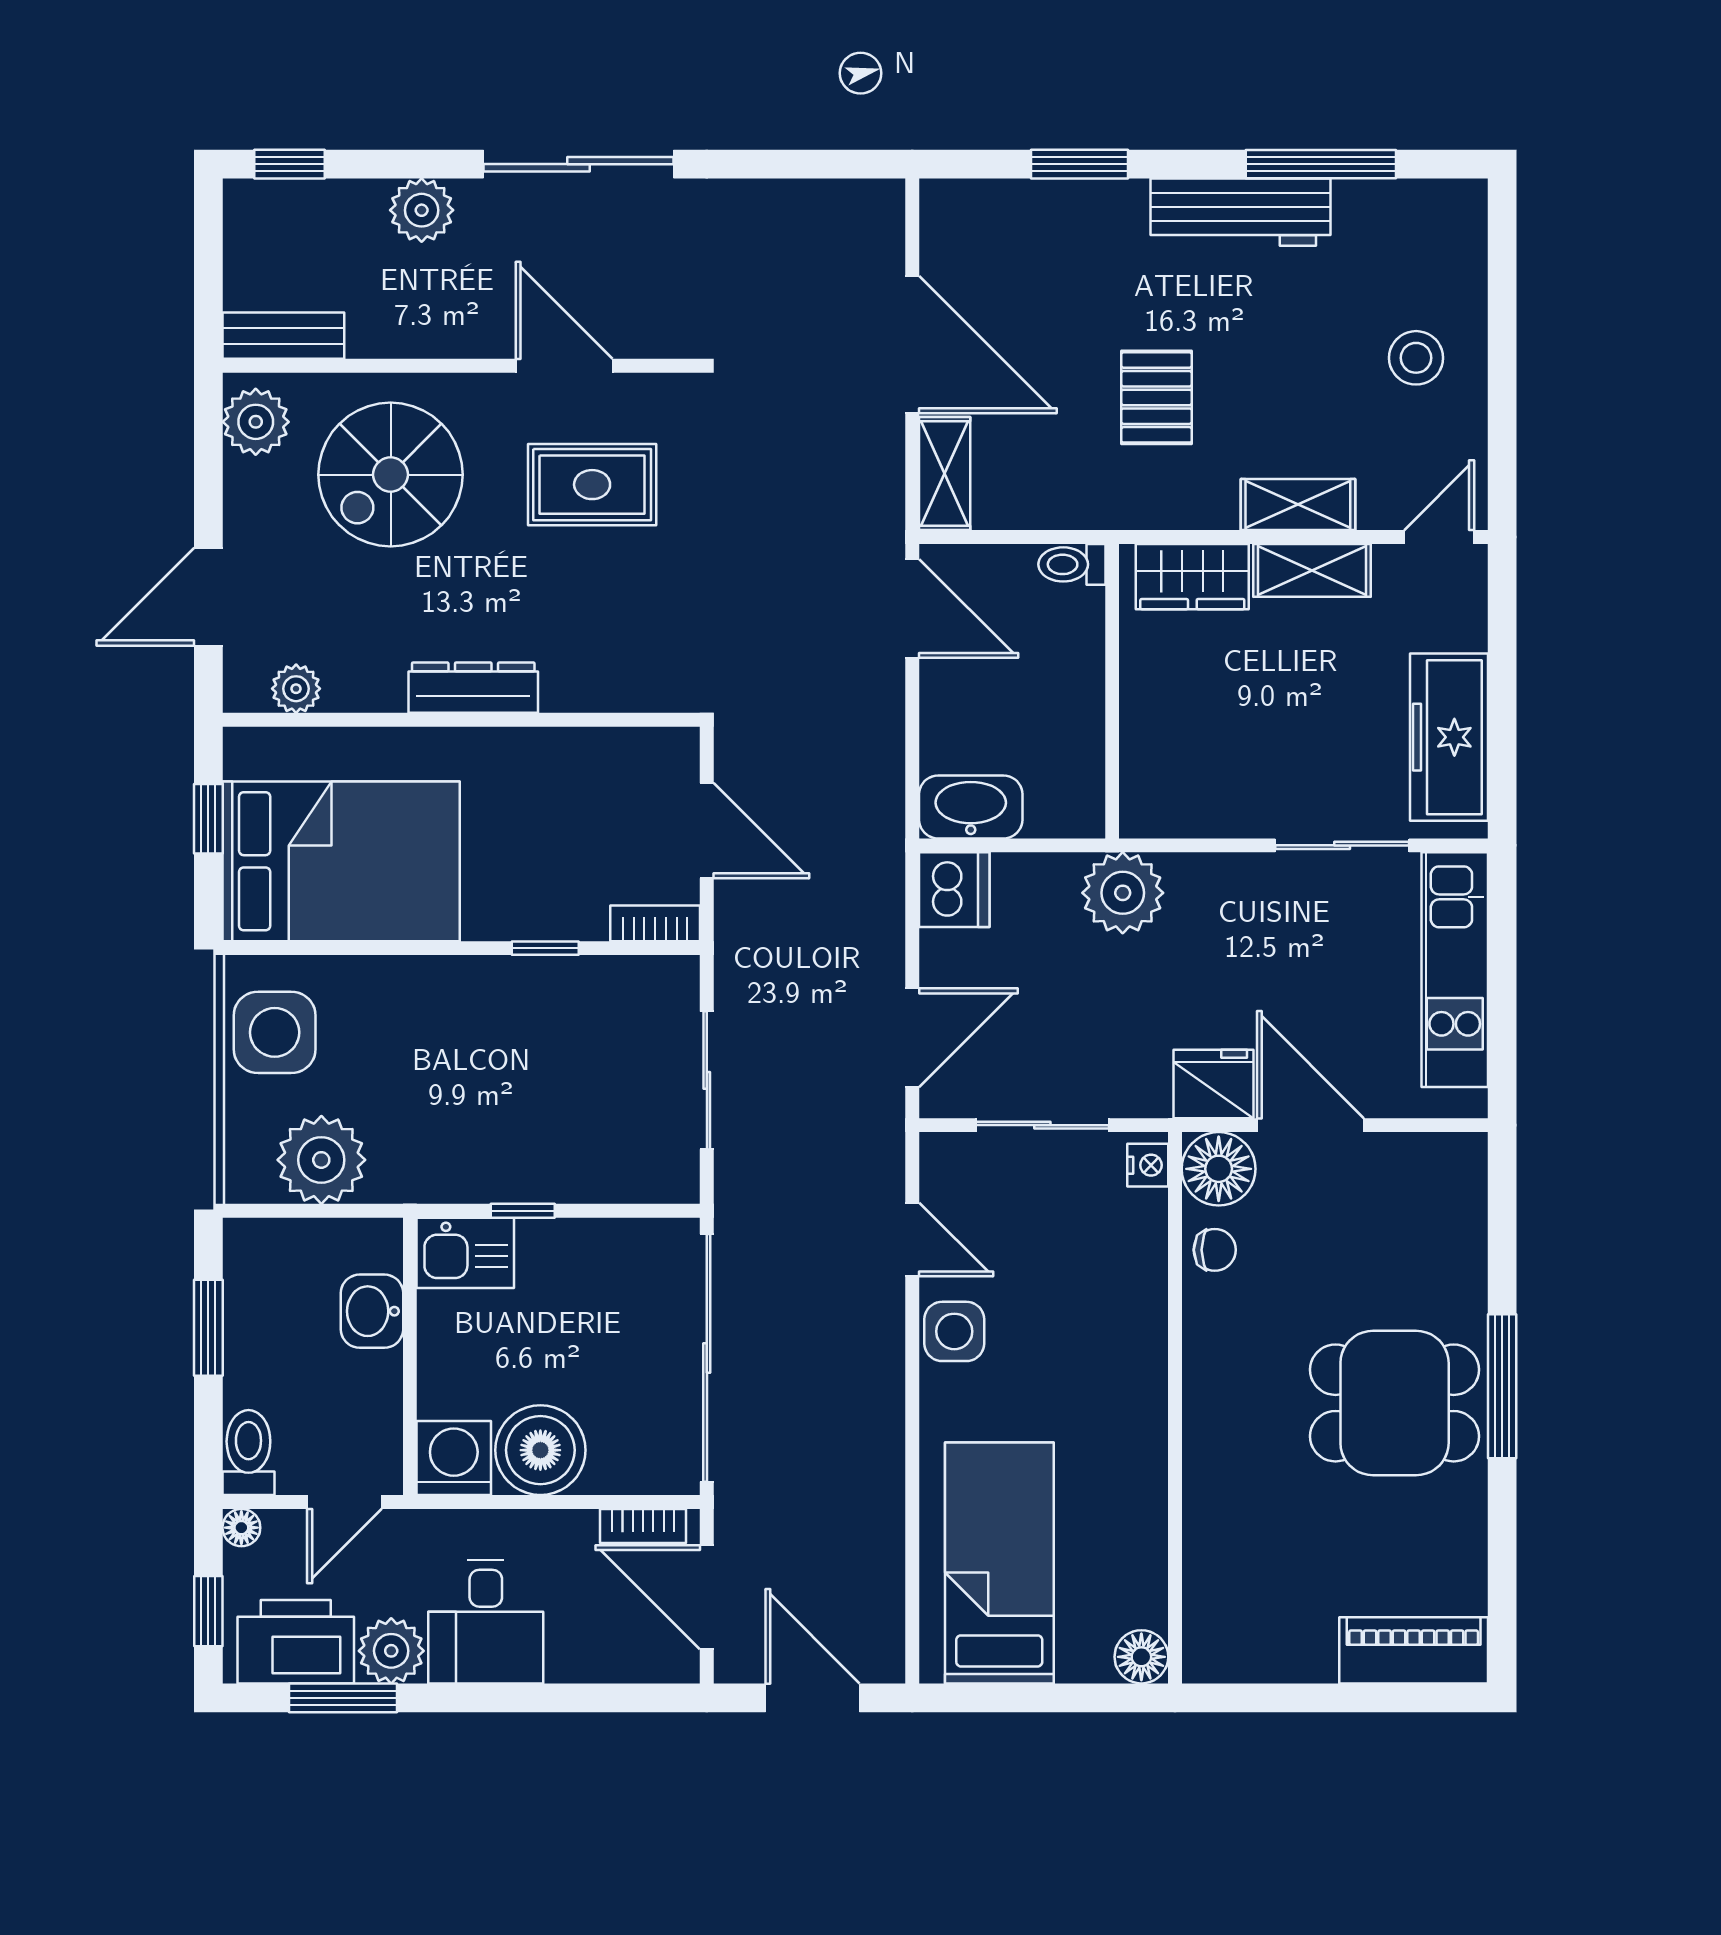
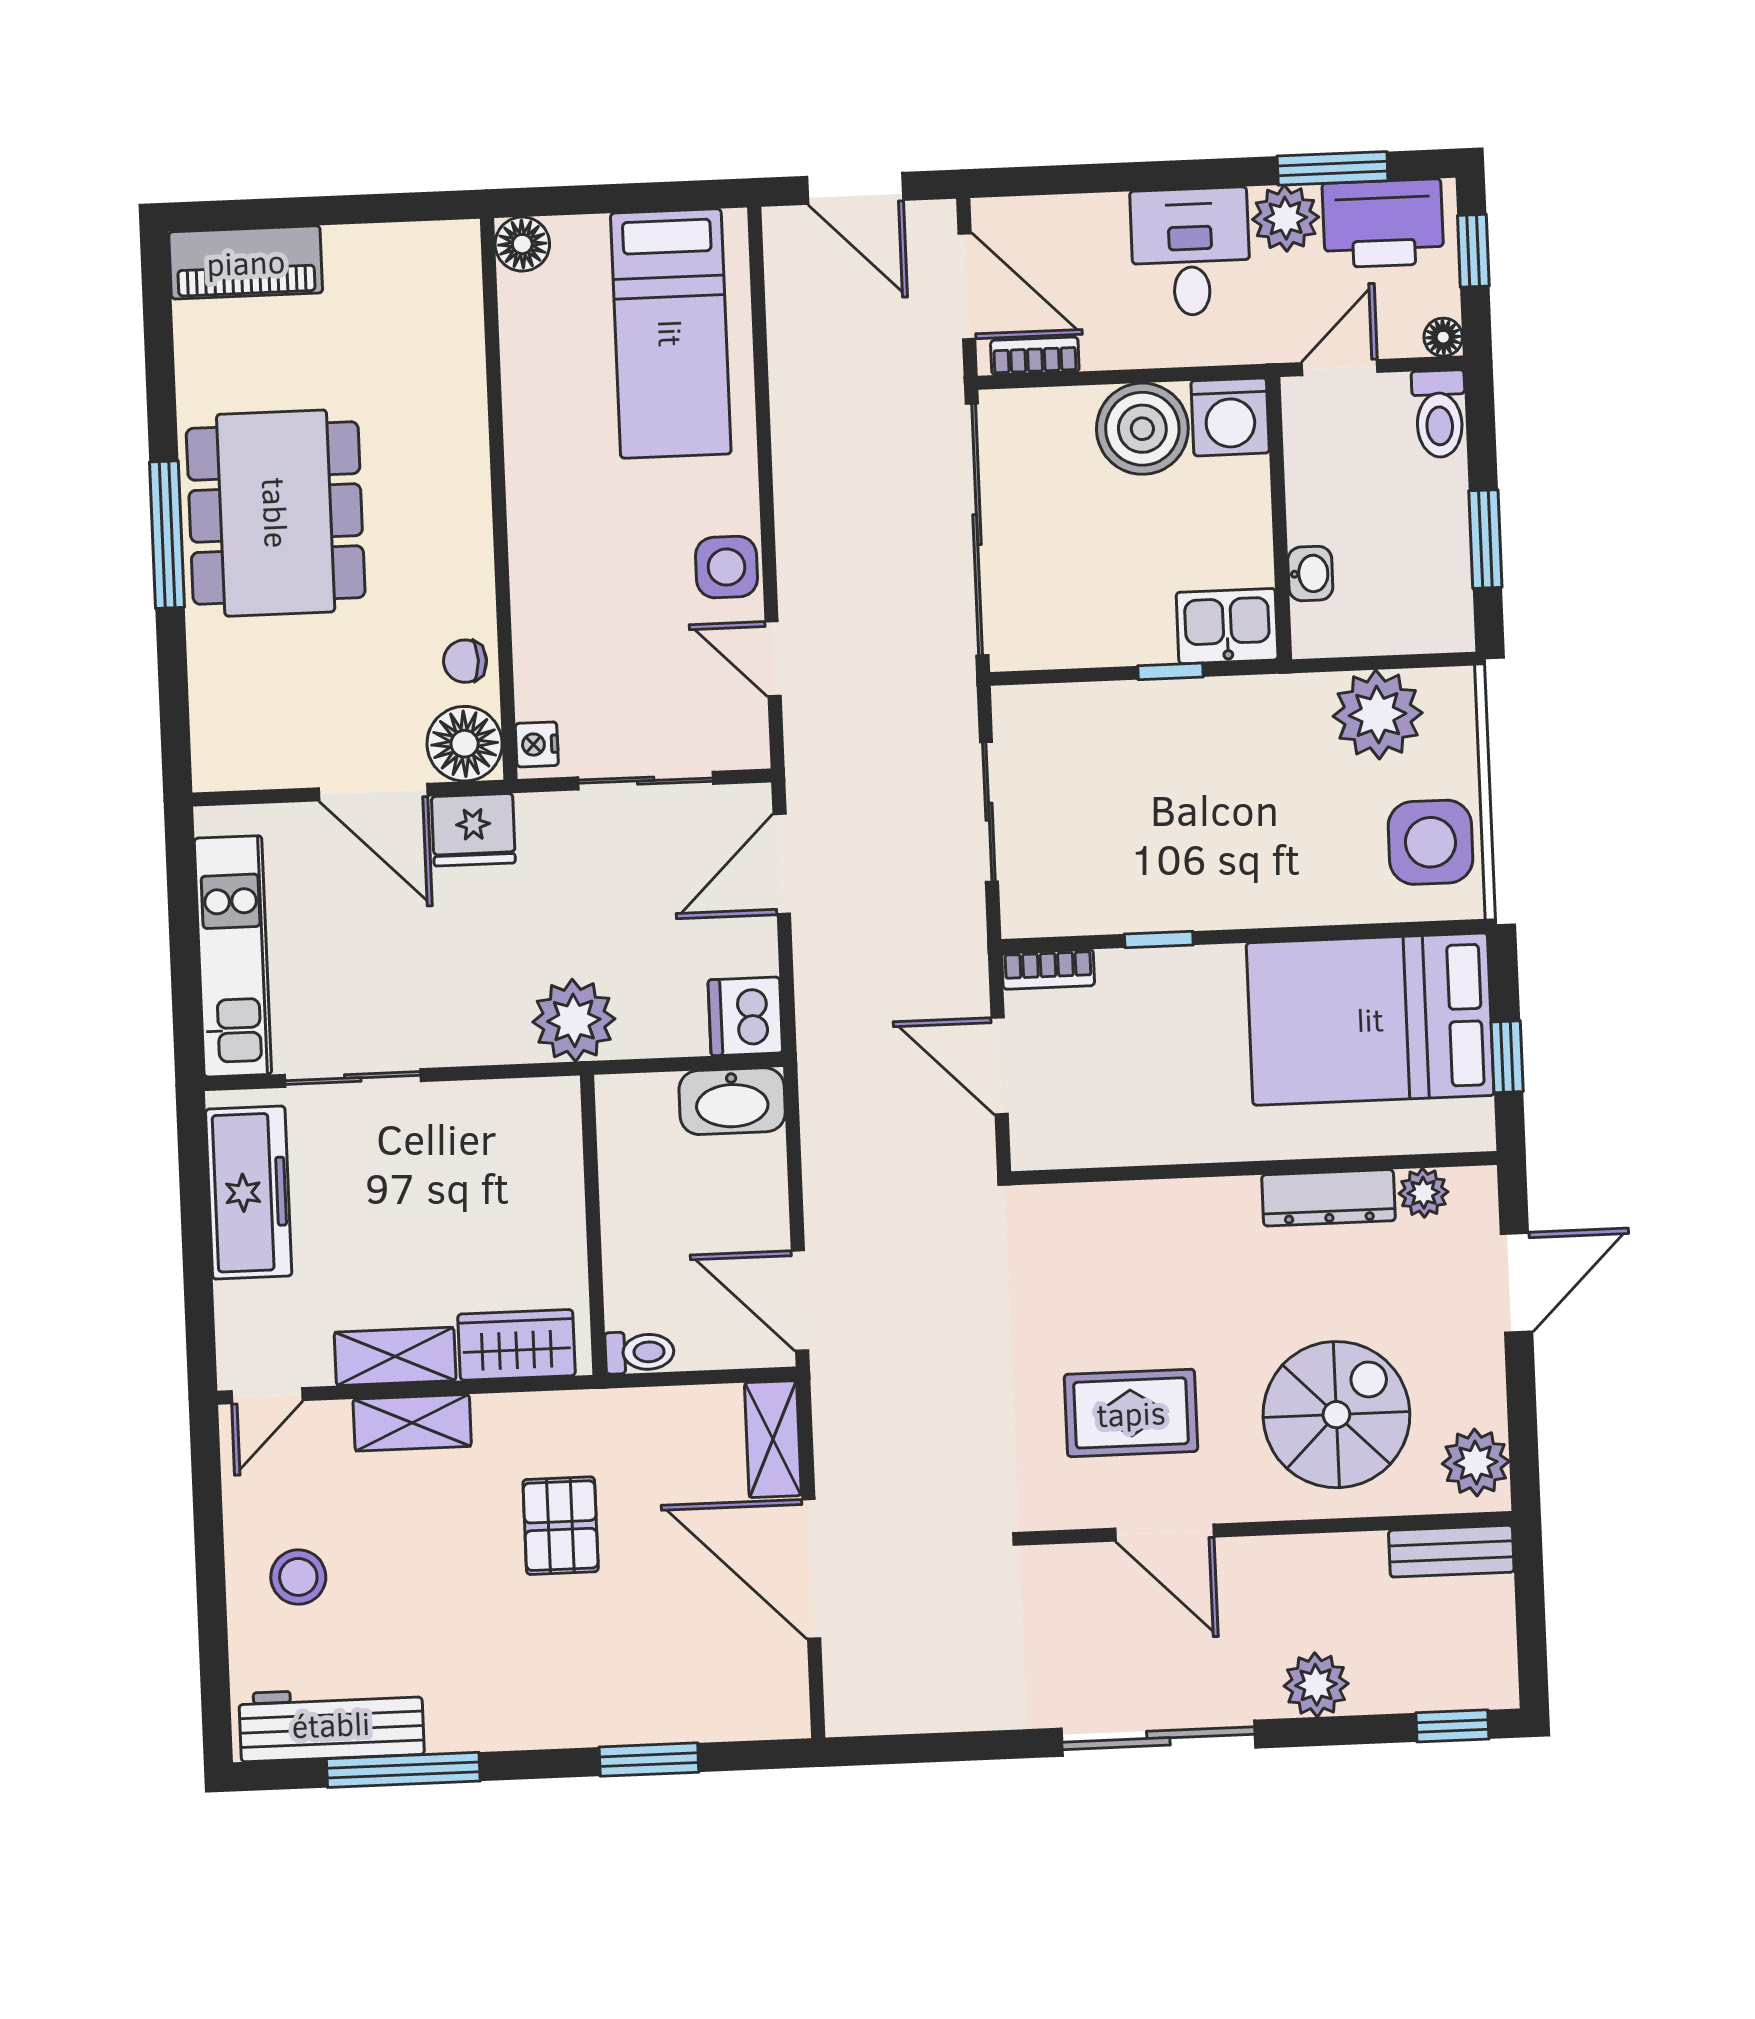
workbench: (1240, 212) -> (331, 1724), moved
dresser: (473, 688) -> (1329, 1198), moved
washbasin: (372, 1311) -> (1310, 574), width x0.72, depth x0.69
dining table: (1395, 1403) -> (276, 513), width x1.38

